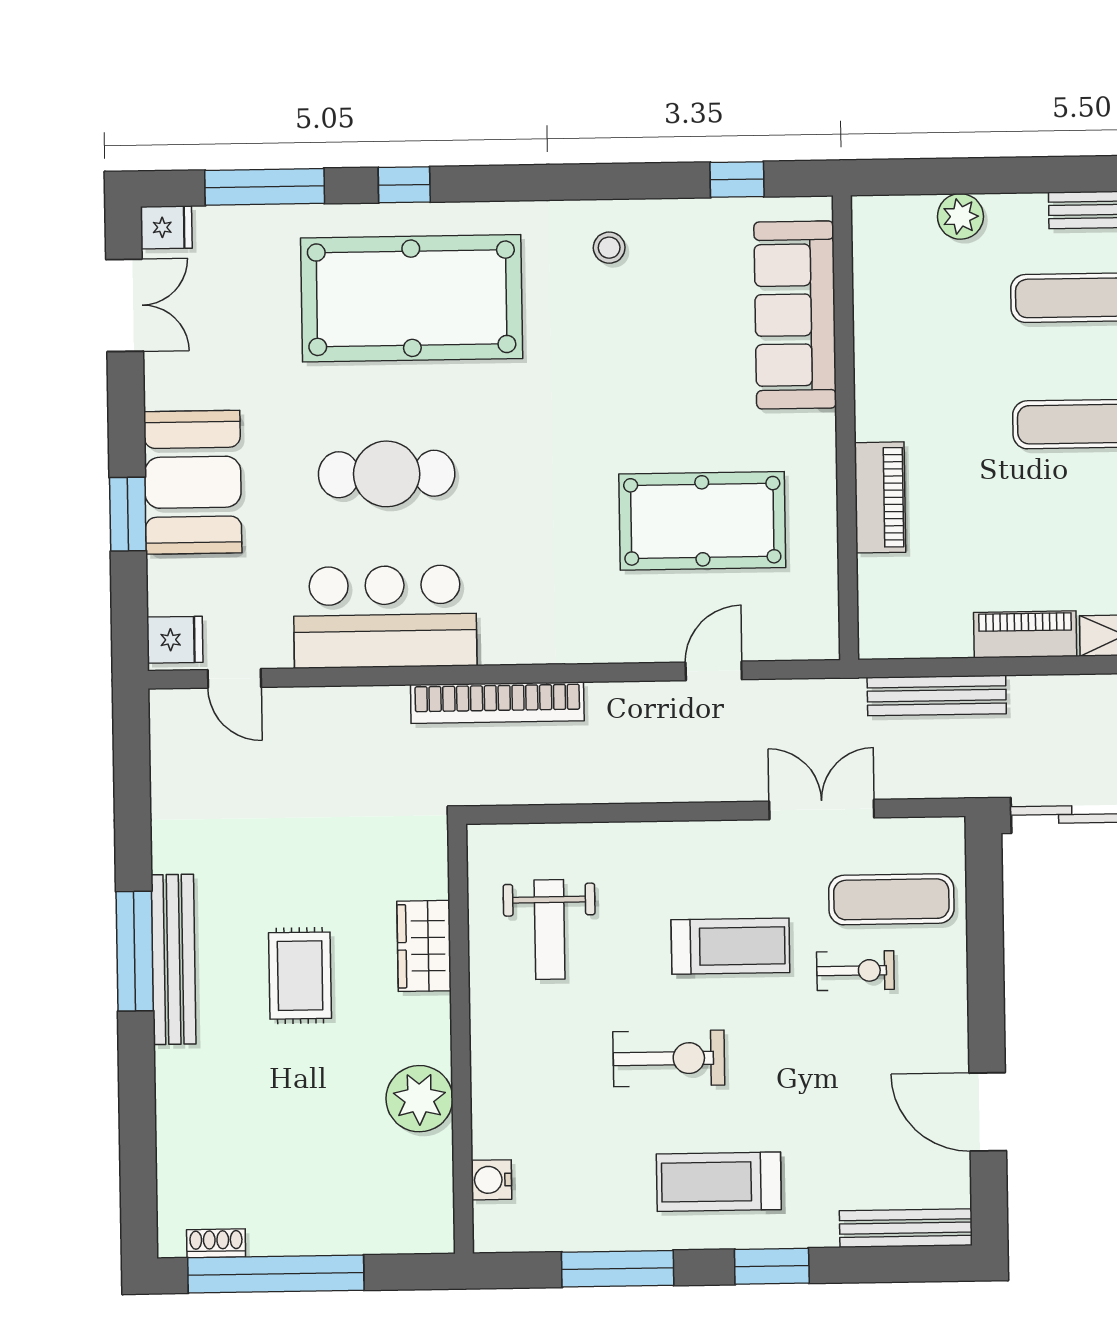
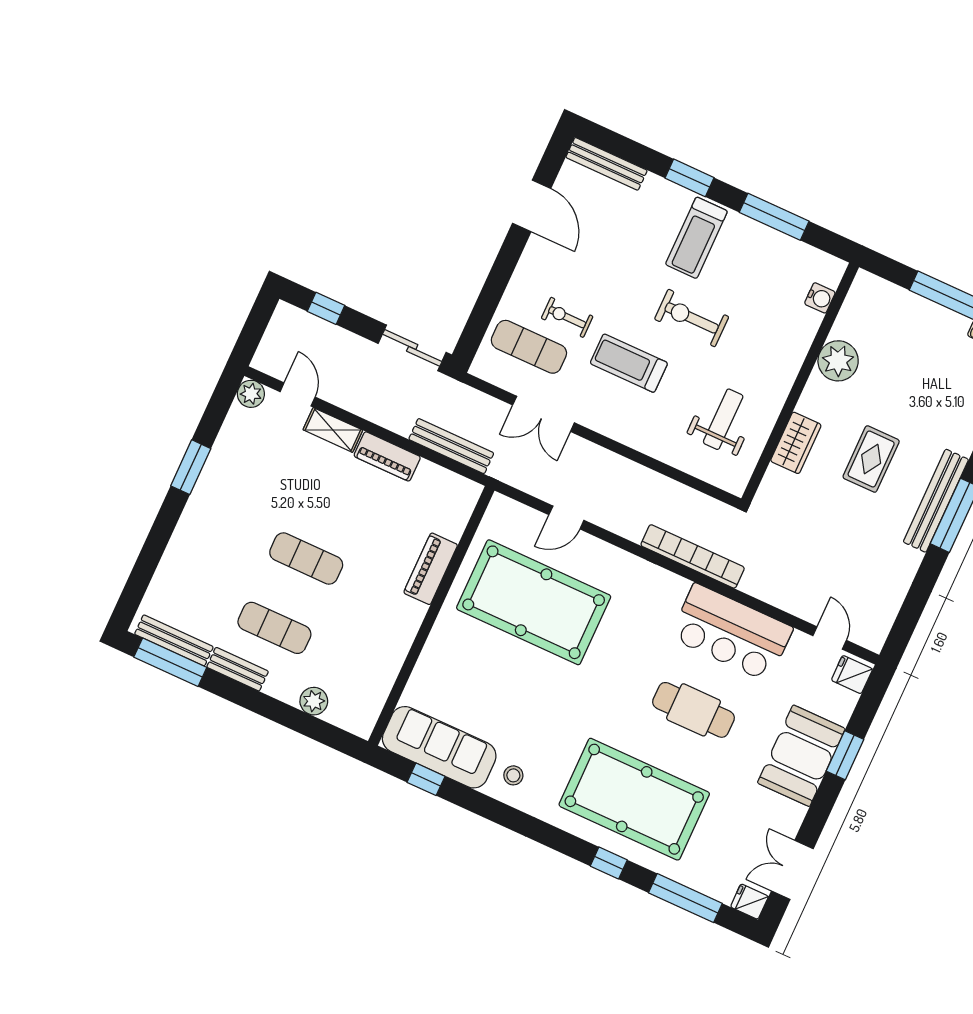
sofa: (795, 315) -> (439, 747), moved, turned -90
pool table: (702, 521) -> (534, 602), width x1.36, depth x1.32
treadmill: (719, 1182) -> (696, 238), turned 90

